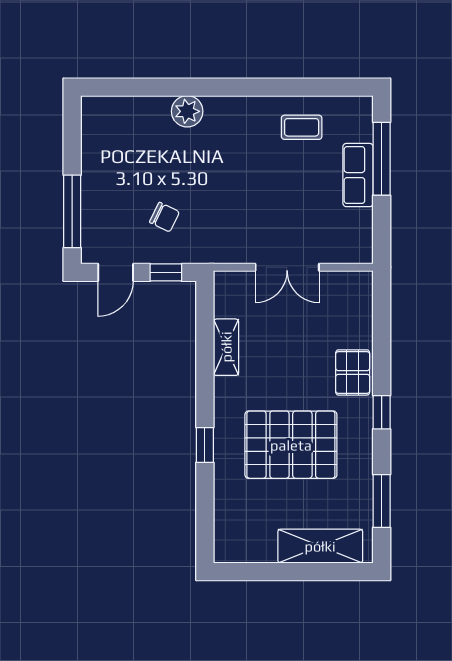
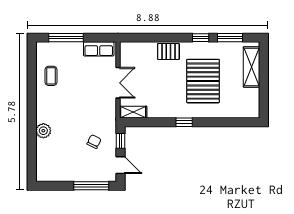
row of seats: (358, 175) -> (99, 49), moved
shelving: (226, 347) -> (133, 112), moved
window: (382, 412) -> (201, 38), moved
window: (205, 445) -> (184, 122), moved

